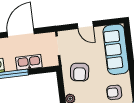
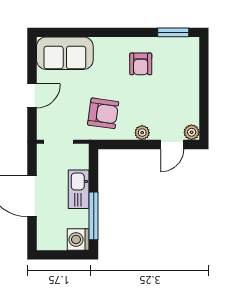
sofa: (116, 49) -> (65, 53), width x0.73

